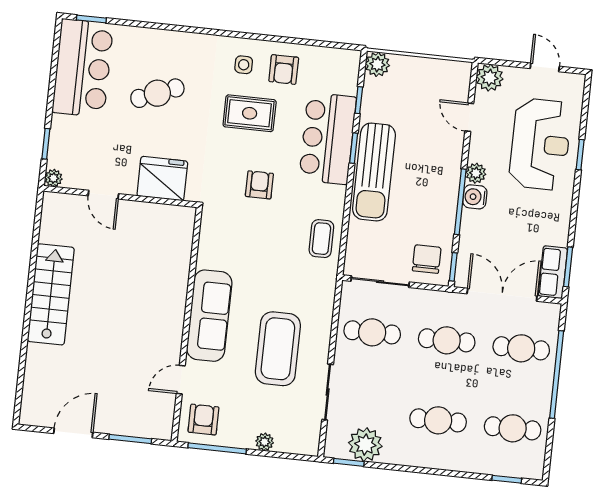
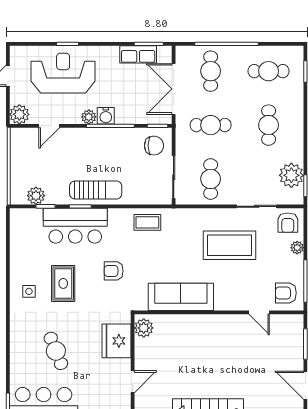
plant: (377, 64) -> (36, 196), moved
armchair: (284, 69) -> (288, 223), moved, turned 90
sun lounger: (374, 172) -> (96, 190), width x0.73, depth x0.75
plant: (176, 218) -> (144, 328), added
chair: (427, 259) -> (154, 146), turned 180
row of seats: (553, 272) -> (138, 54), moved
sofa: (209, 316) -> (181, 297), moved
cafe table: (447, 340) -> (211, 125), turned 90
cafe table: (513, 428) -> (269, 71), turned 90

